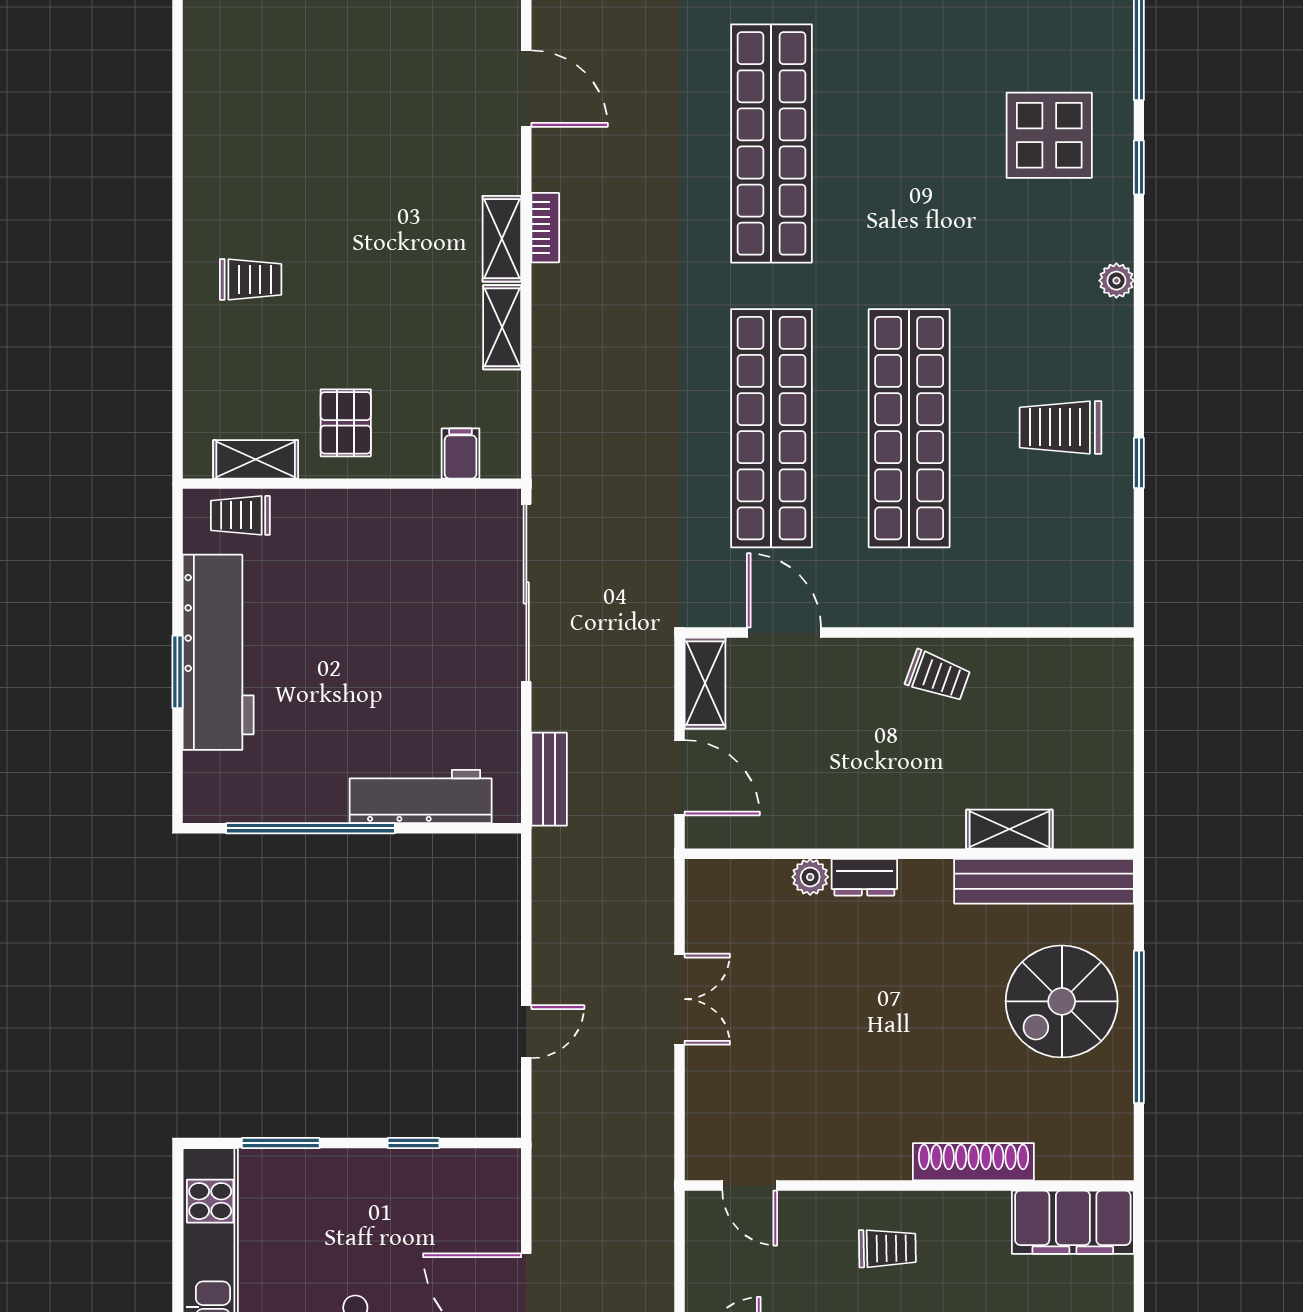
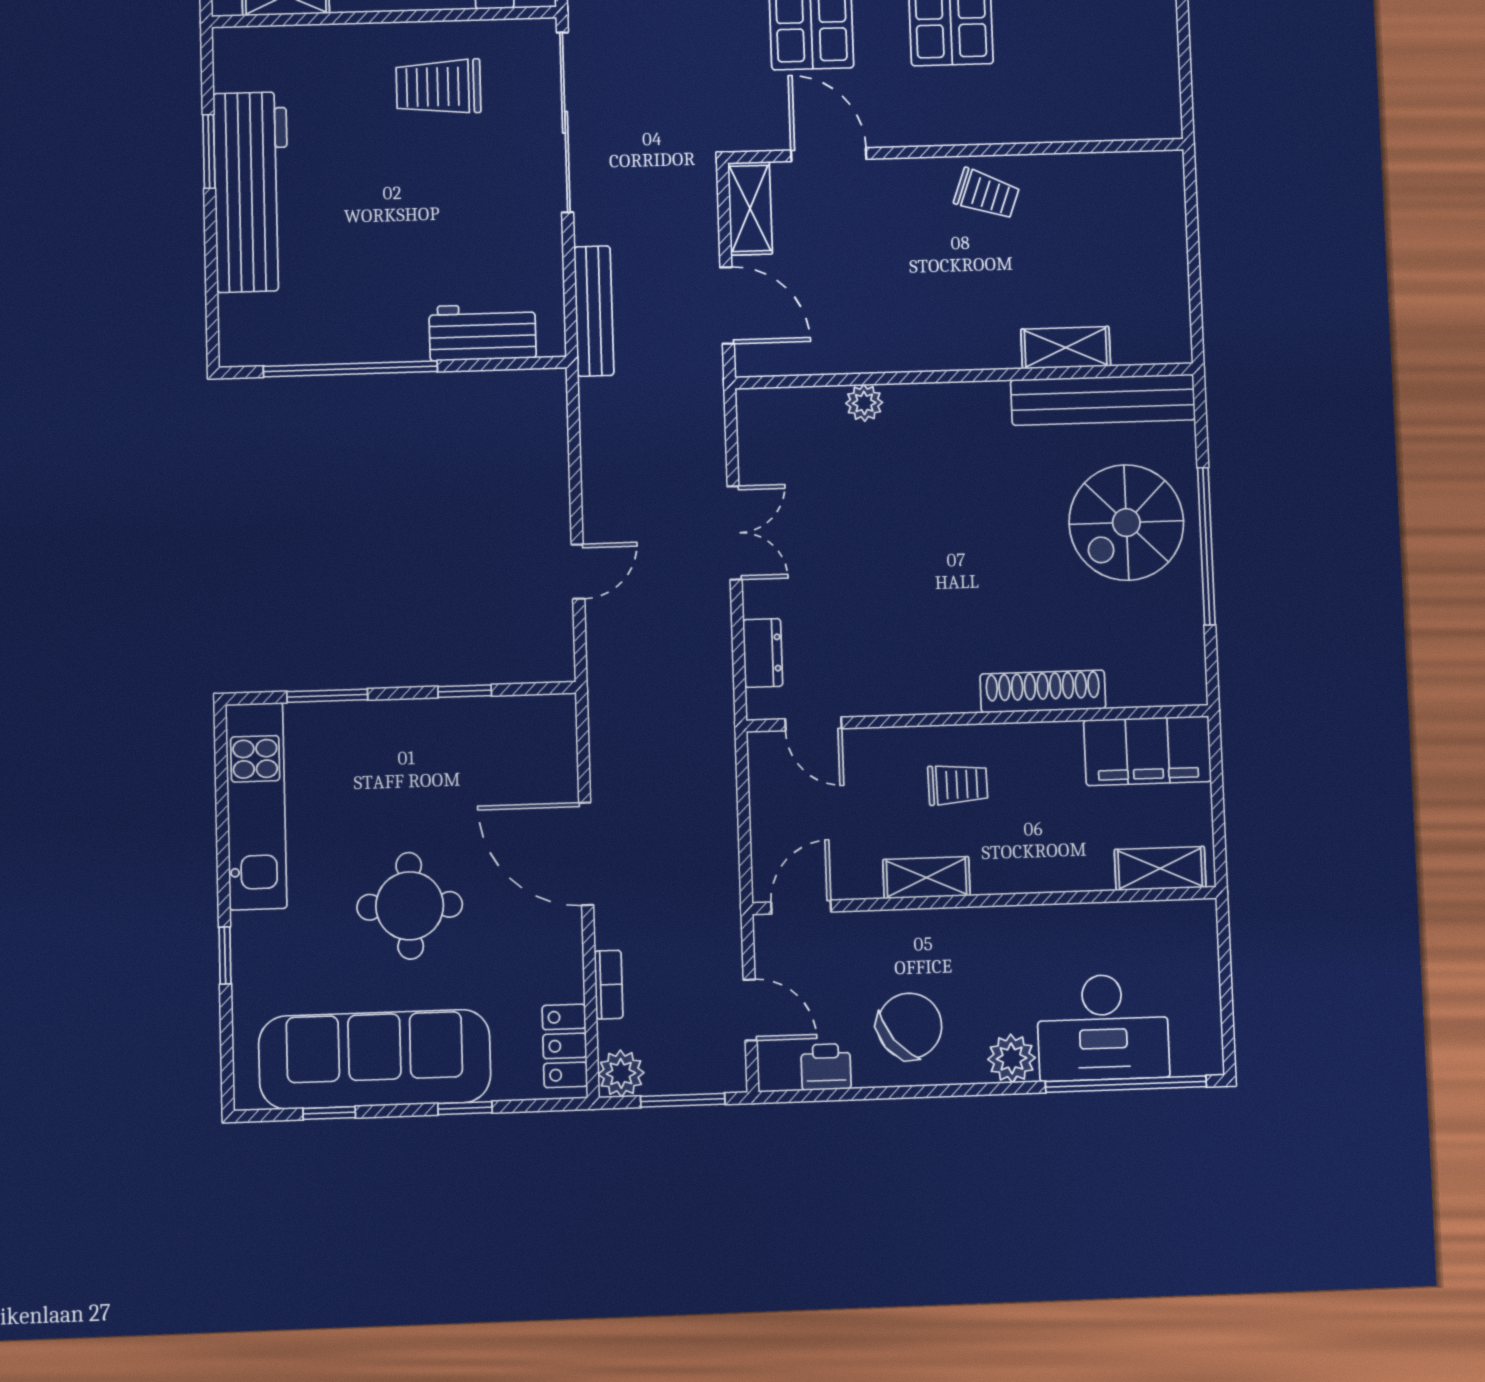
trolley: (240, 515) -> (438, 87), moved, width x1.36, depth x1.39
window: (177, 672) -> (209, 151), moved
bench: (549, 779) -> (594, 311), width x1.36
workbench: (421, 796) -> (483, 332), width x0.73
dresser: (864, 877) -> (763, 653), moved, turned -90

